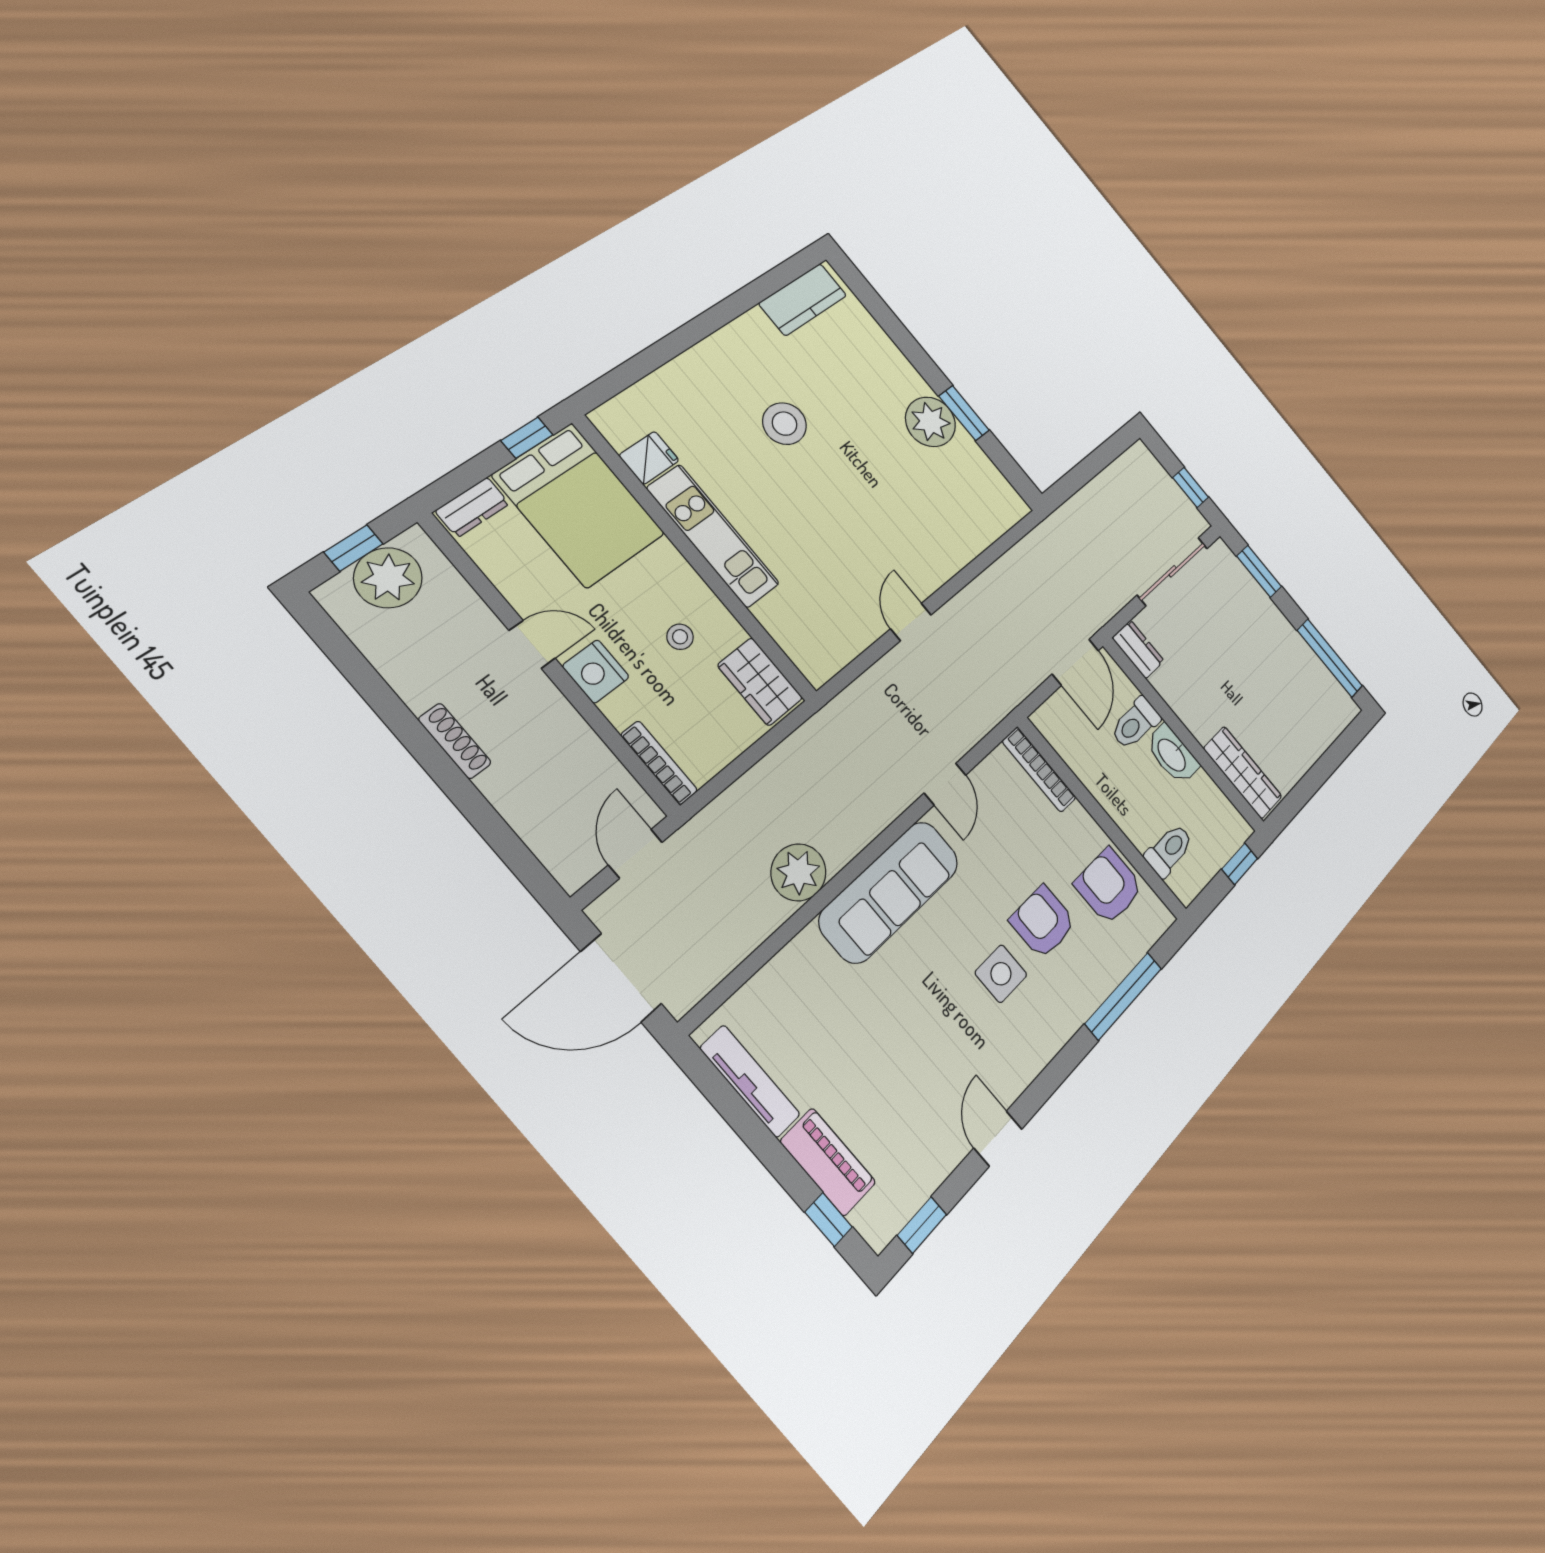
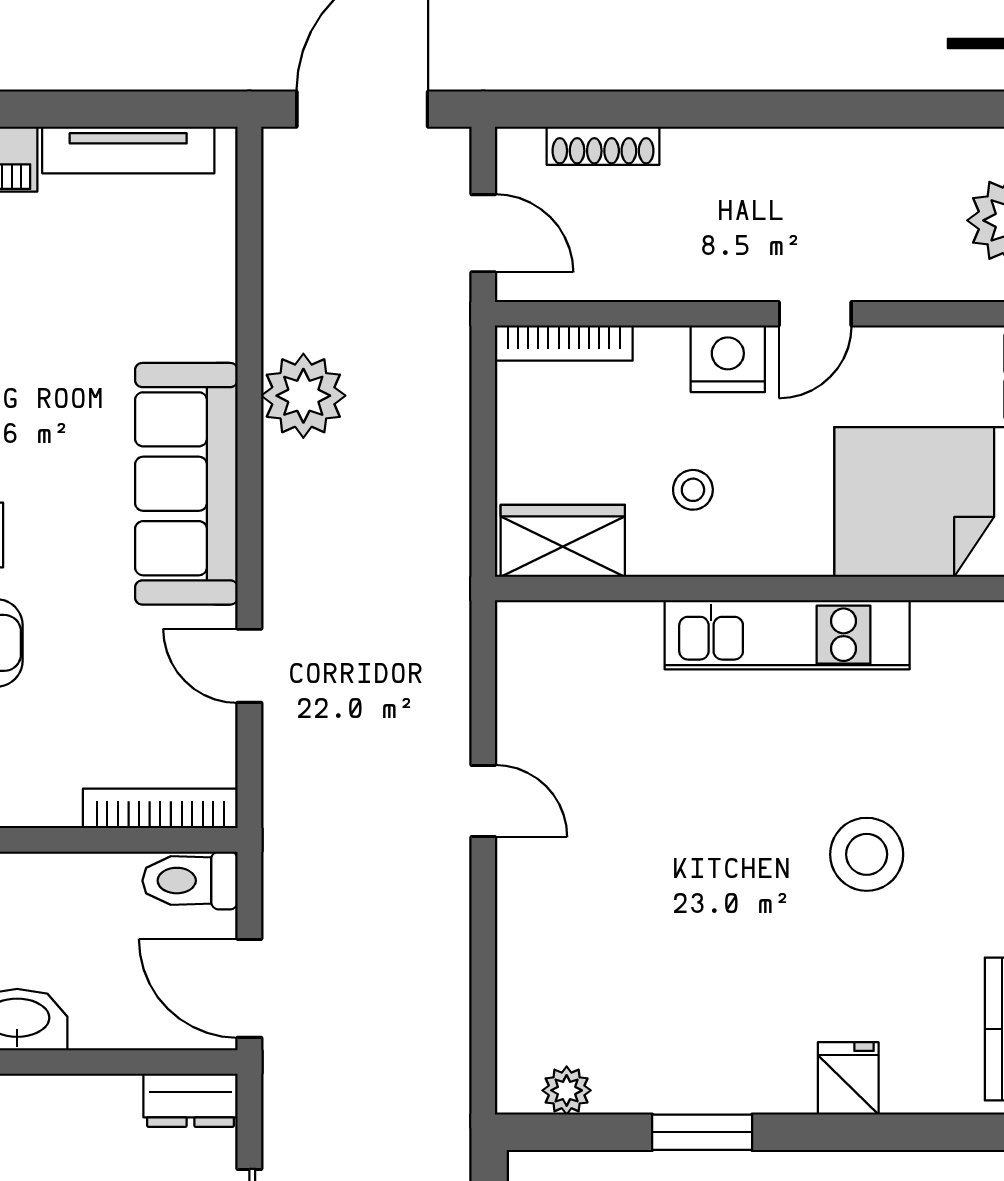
plant: (930, 422) -> (567, 1090), moved, width x0.53, depth x0.53
fridge: (649, 458) -> (848, 1078), moved, turned 180
toilet: (1135, 723) -> (190, 881), moved, turned -90
shoe rack: (455, 741) -> (603, 146), moved

